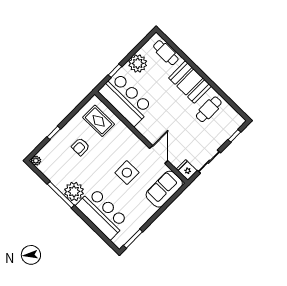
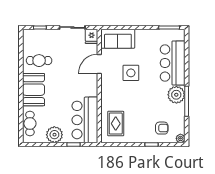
armchair: (80, 147) -> (162, 128), moved

